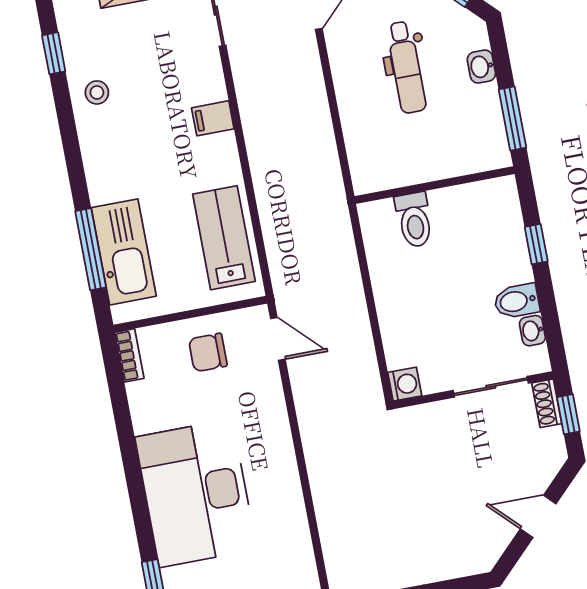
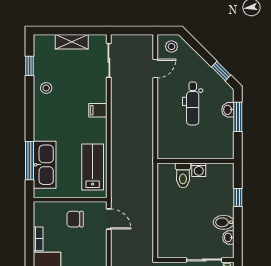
window: (512, 119) -> (238, 117), moved
bookcase: (129, 355) -> (38, 239), moved
washing machine: (405, 384) -> (199, 170), moved, turned 90

